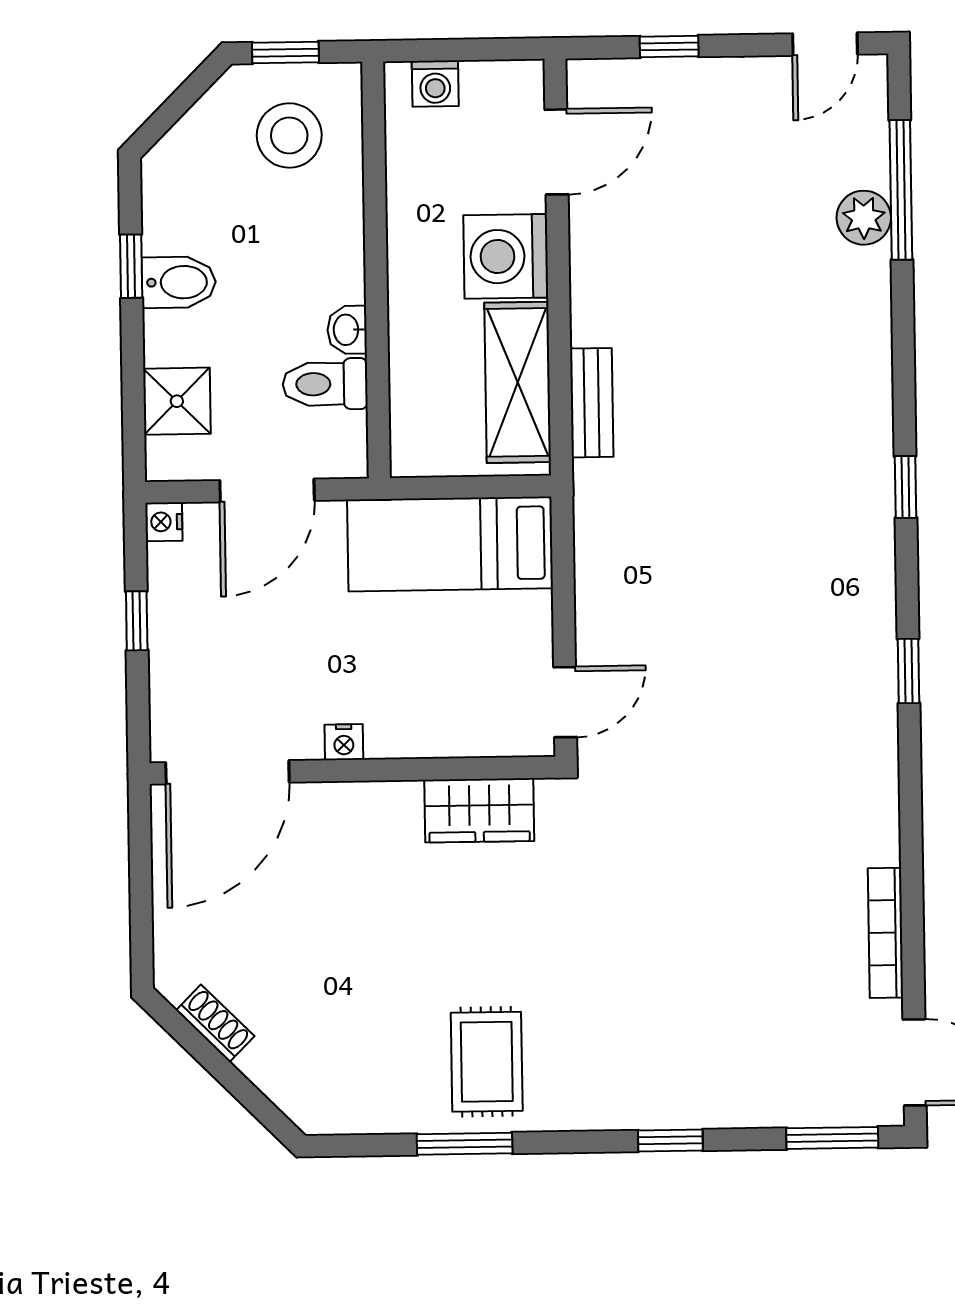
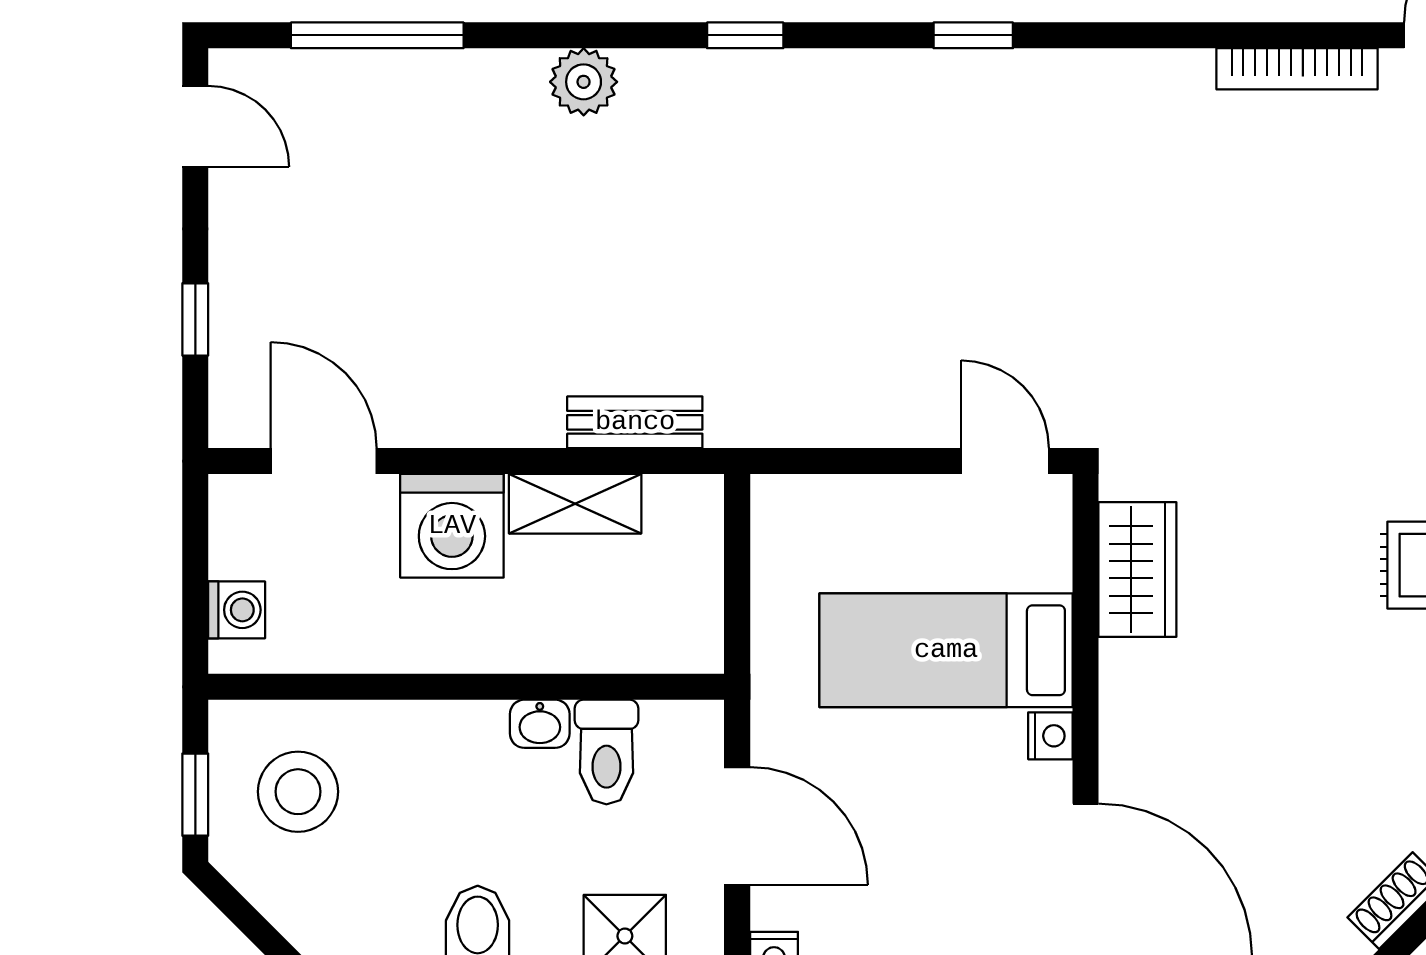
plant: (864, 218) -> (584, 82), moved
shelving: (518, 382) -> (575, 504), width x0.67, depth x0.75
bed: (450, 544) -> (946, 650), moved, turned 90

